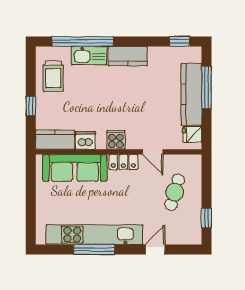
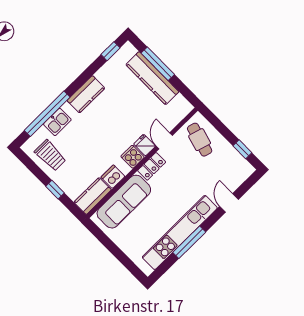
kitchen sink: (89, 56) -> (57, 122), width x0.73
fridge: (192, 135) -> (145, 145), moved, turned 90
door: (153, 152) -> (164, 141), swing flipped
cafe table: (175, 192) -> (200, 140), moved

